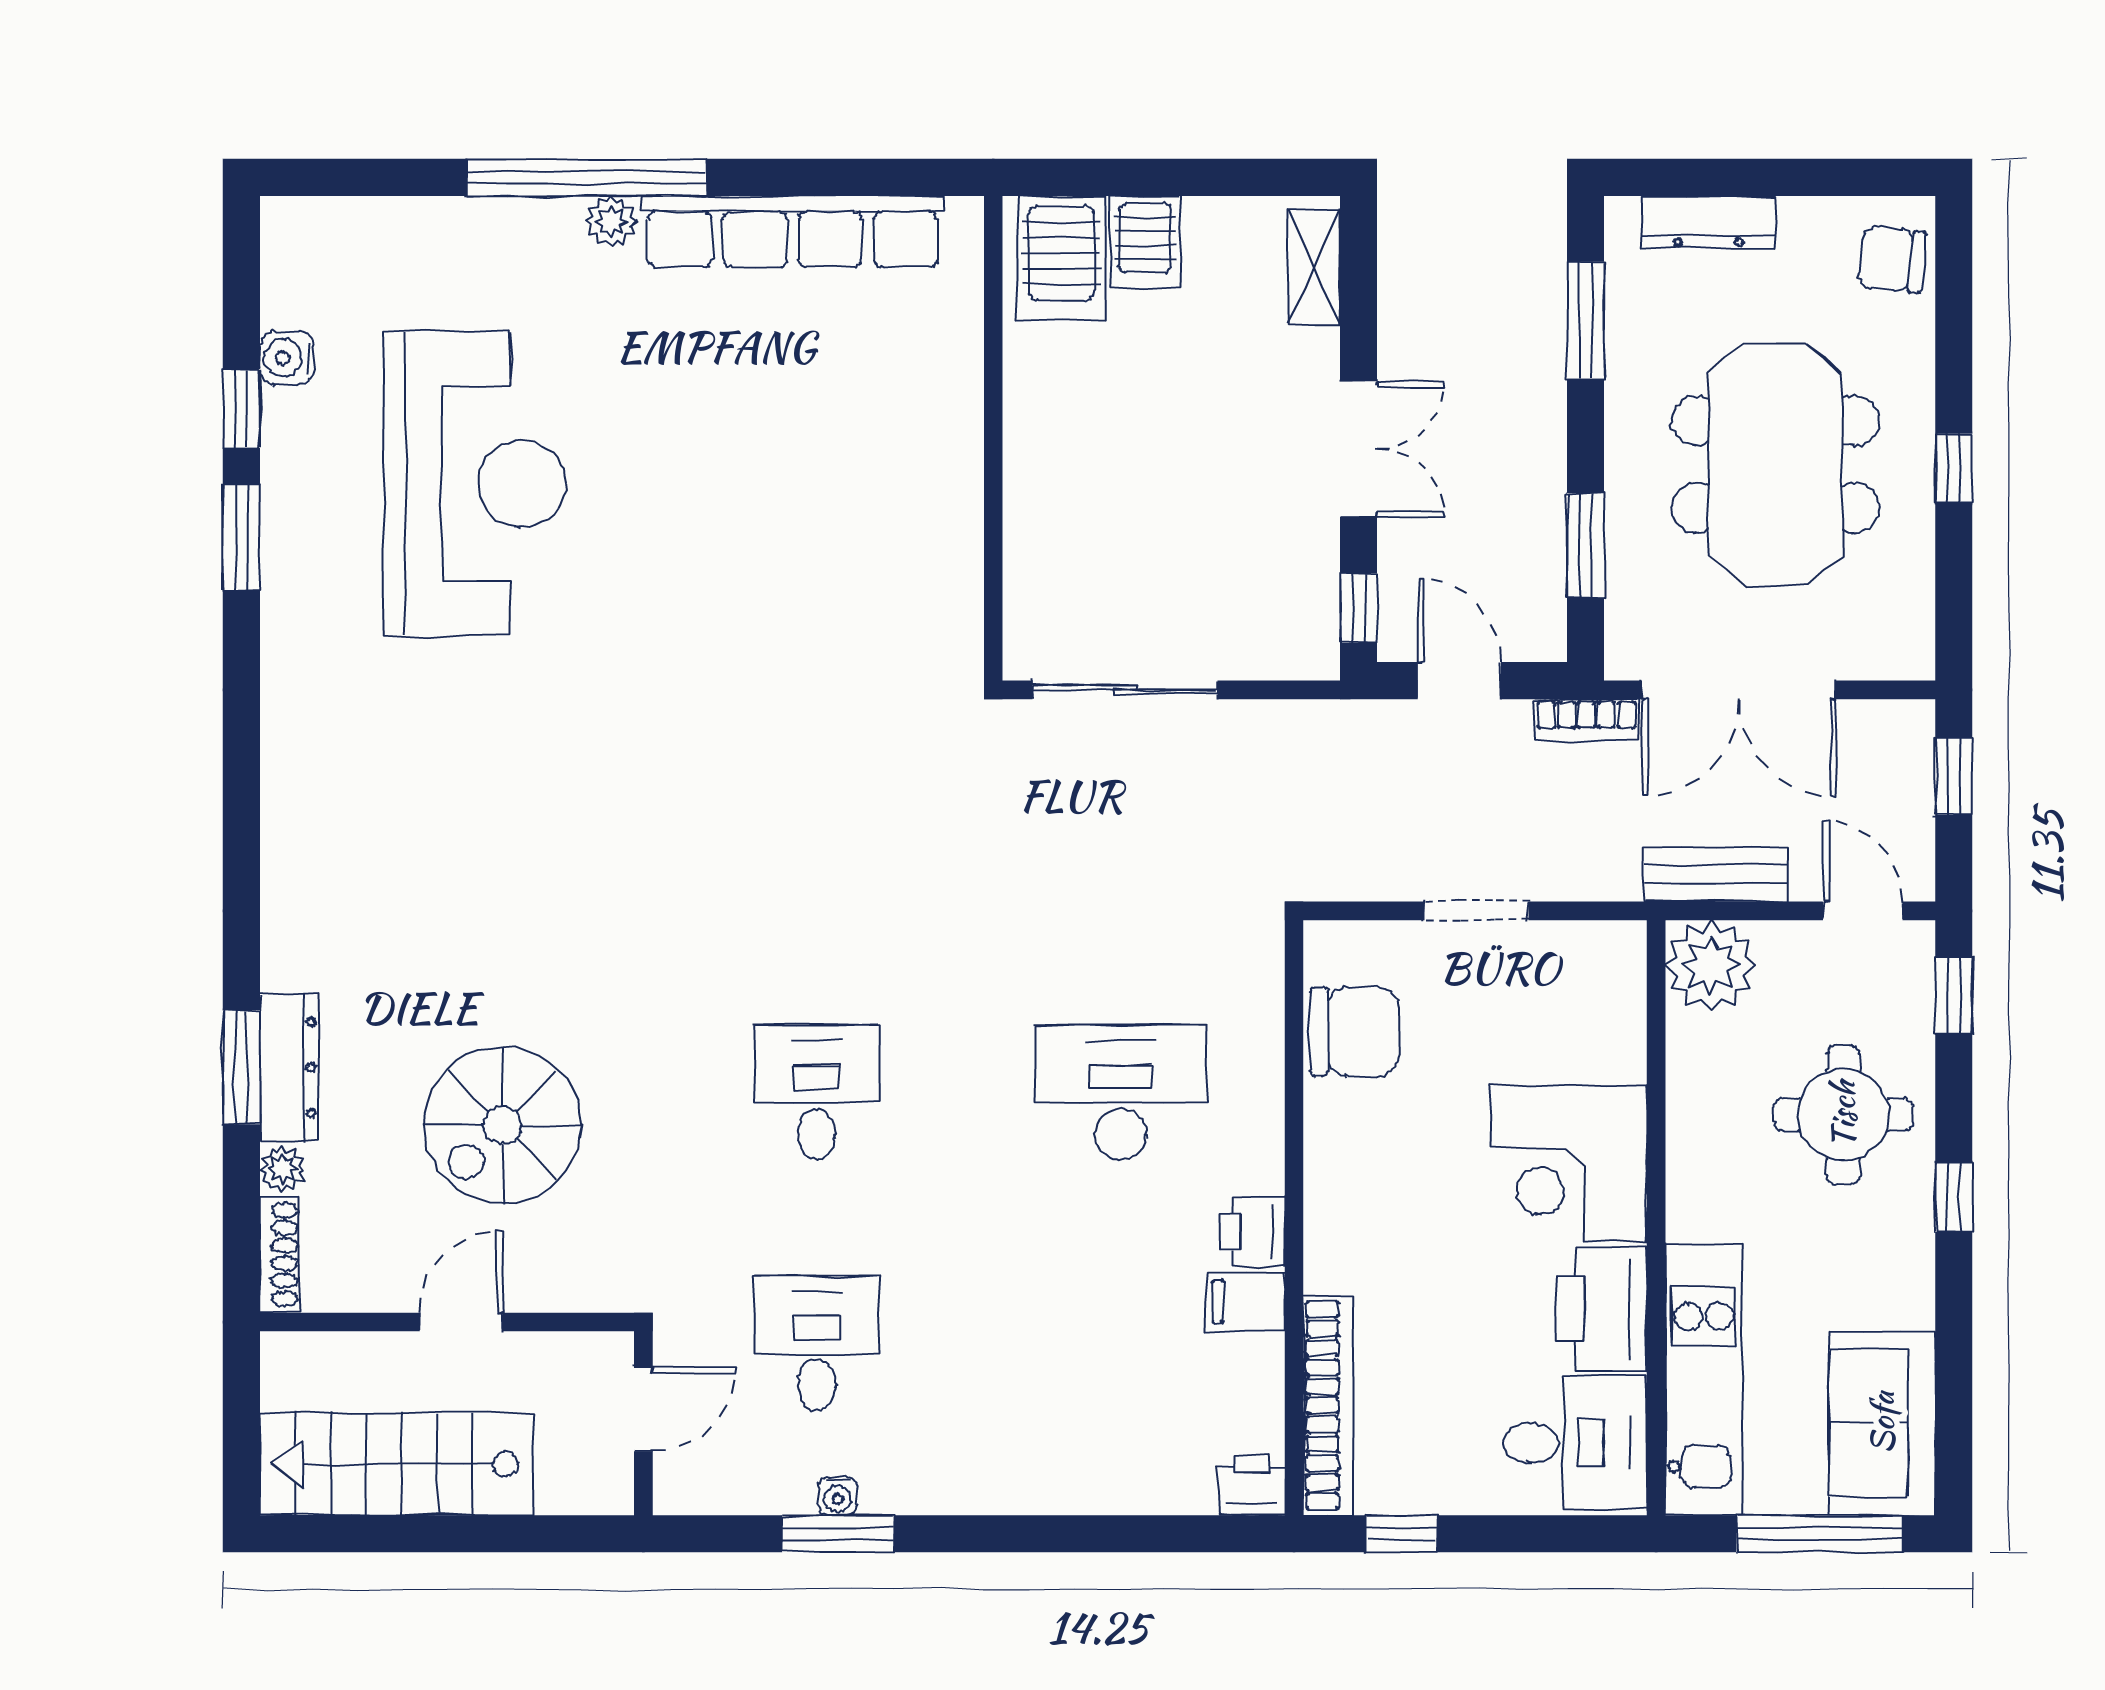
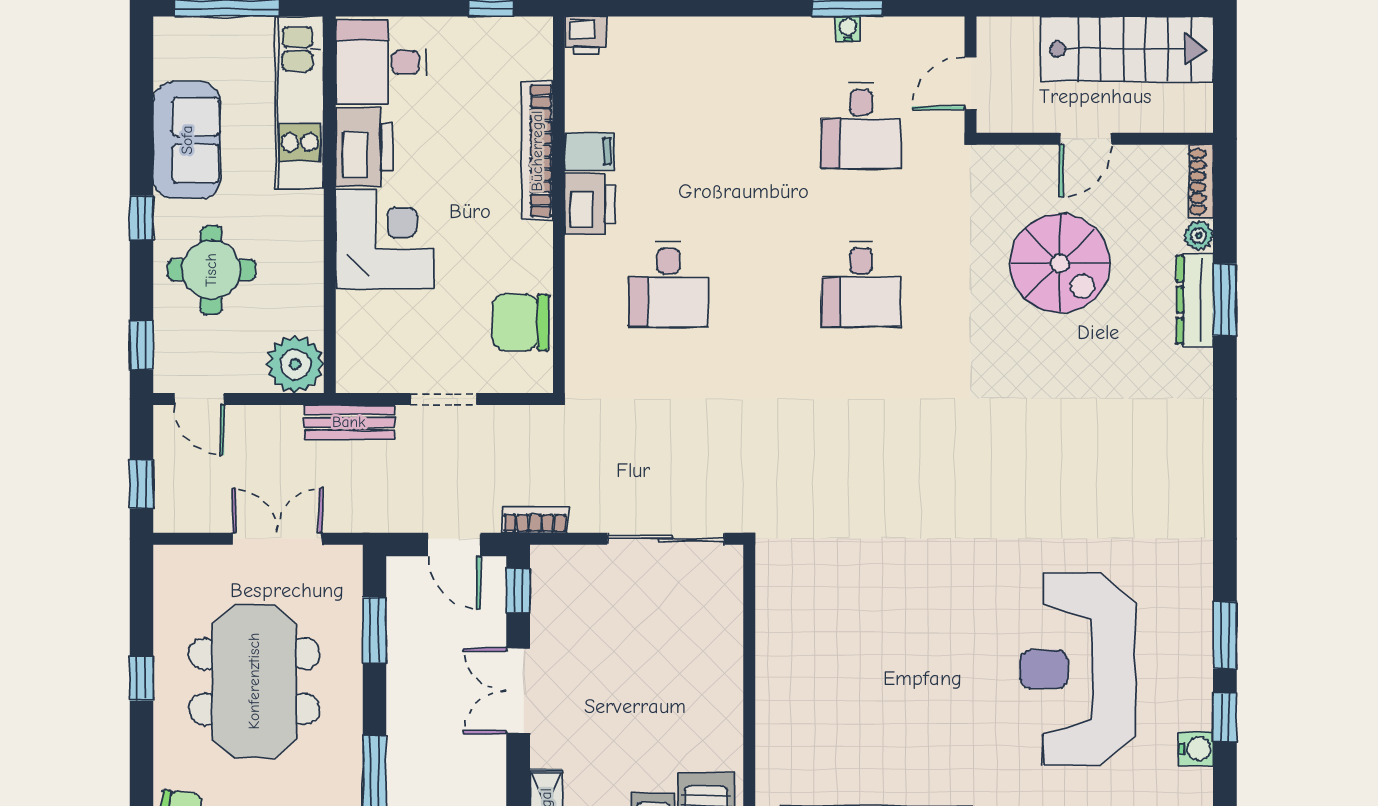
double door: (1739, 690) -> (277, 539), width x0.73
bookcase: (1586, 720) -> (535, 520), moved
bench: (1716, 874) -> (349, 422), moved
desk: (1121, 1092) -> (668, 284), width x0.73
spiral stairs: (503, 1125) -> (1060, 263), turned 90
printer: (1253, 1232) -> (590, 204), width x1.36, depth x1.24
bookcase: (1328, 1405) -> (537, 151), moved
sofa: (1882, 1423) -> (187, 140), moved

